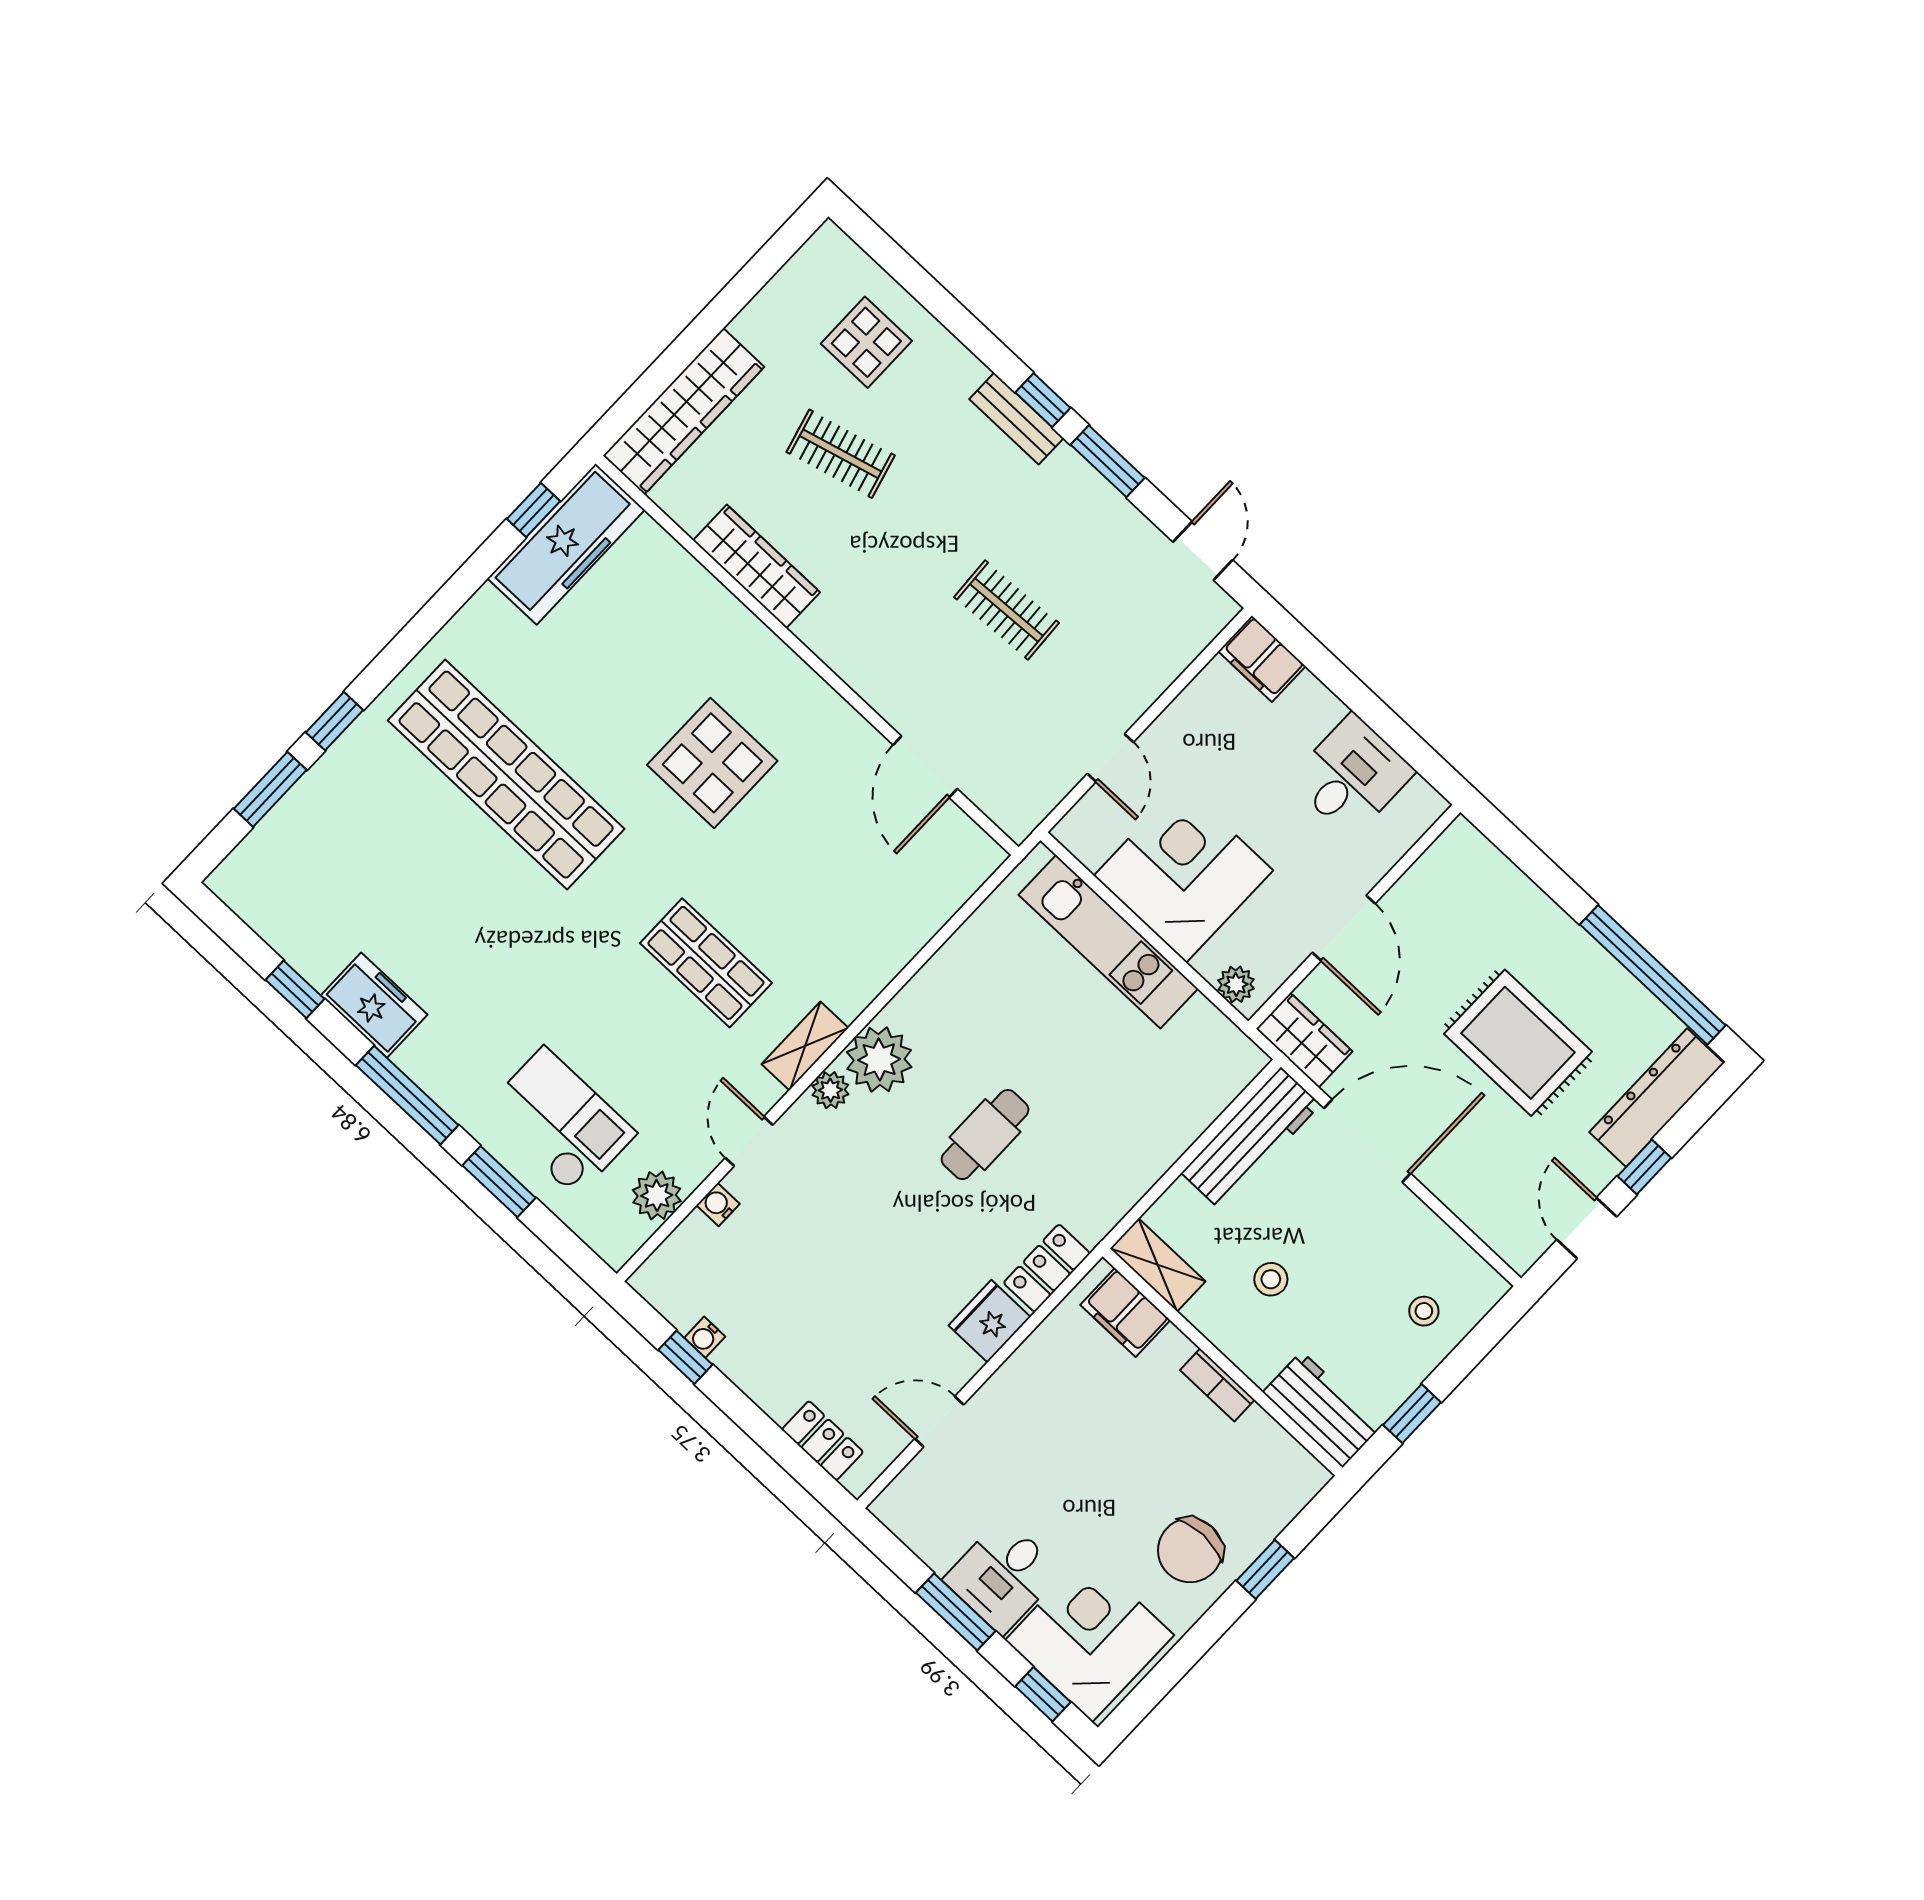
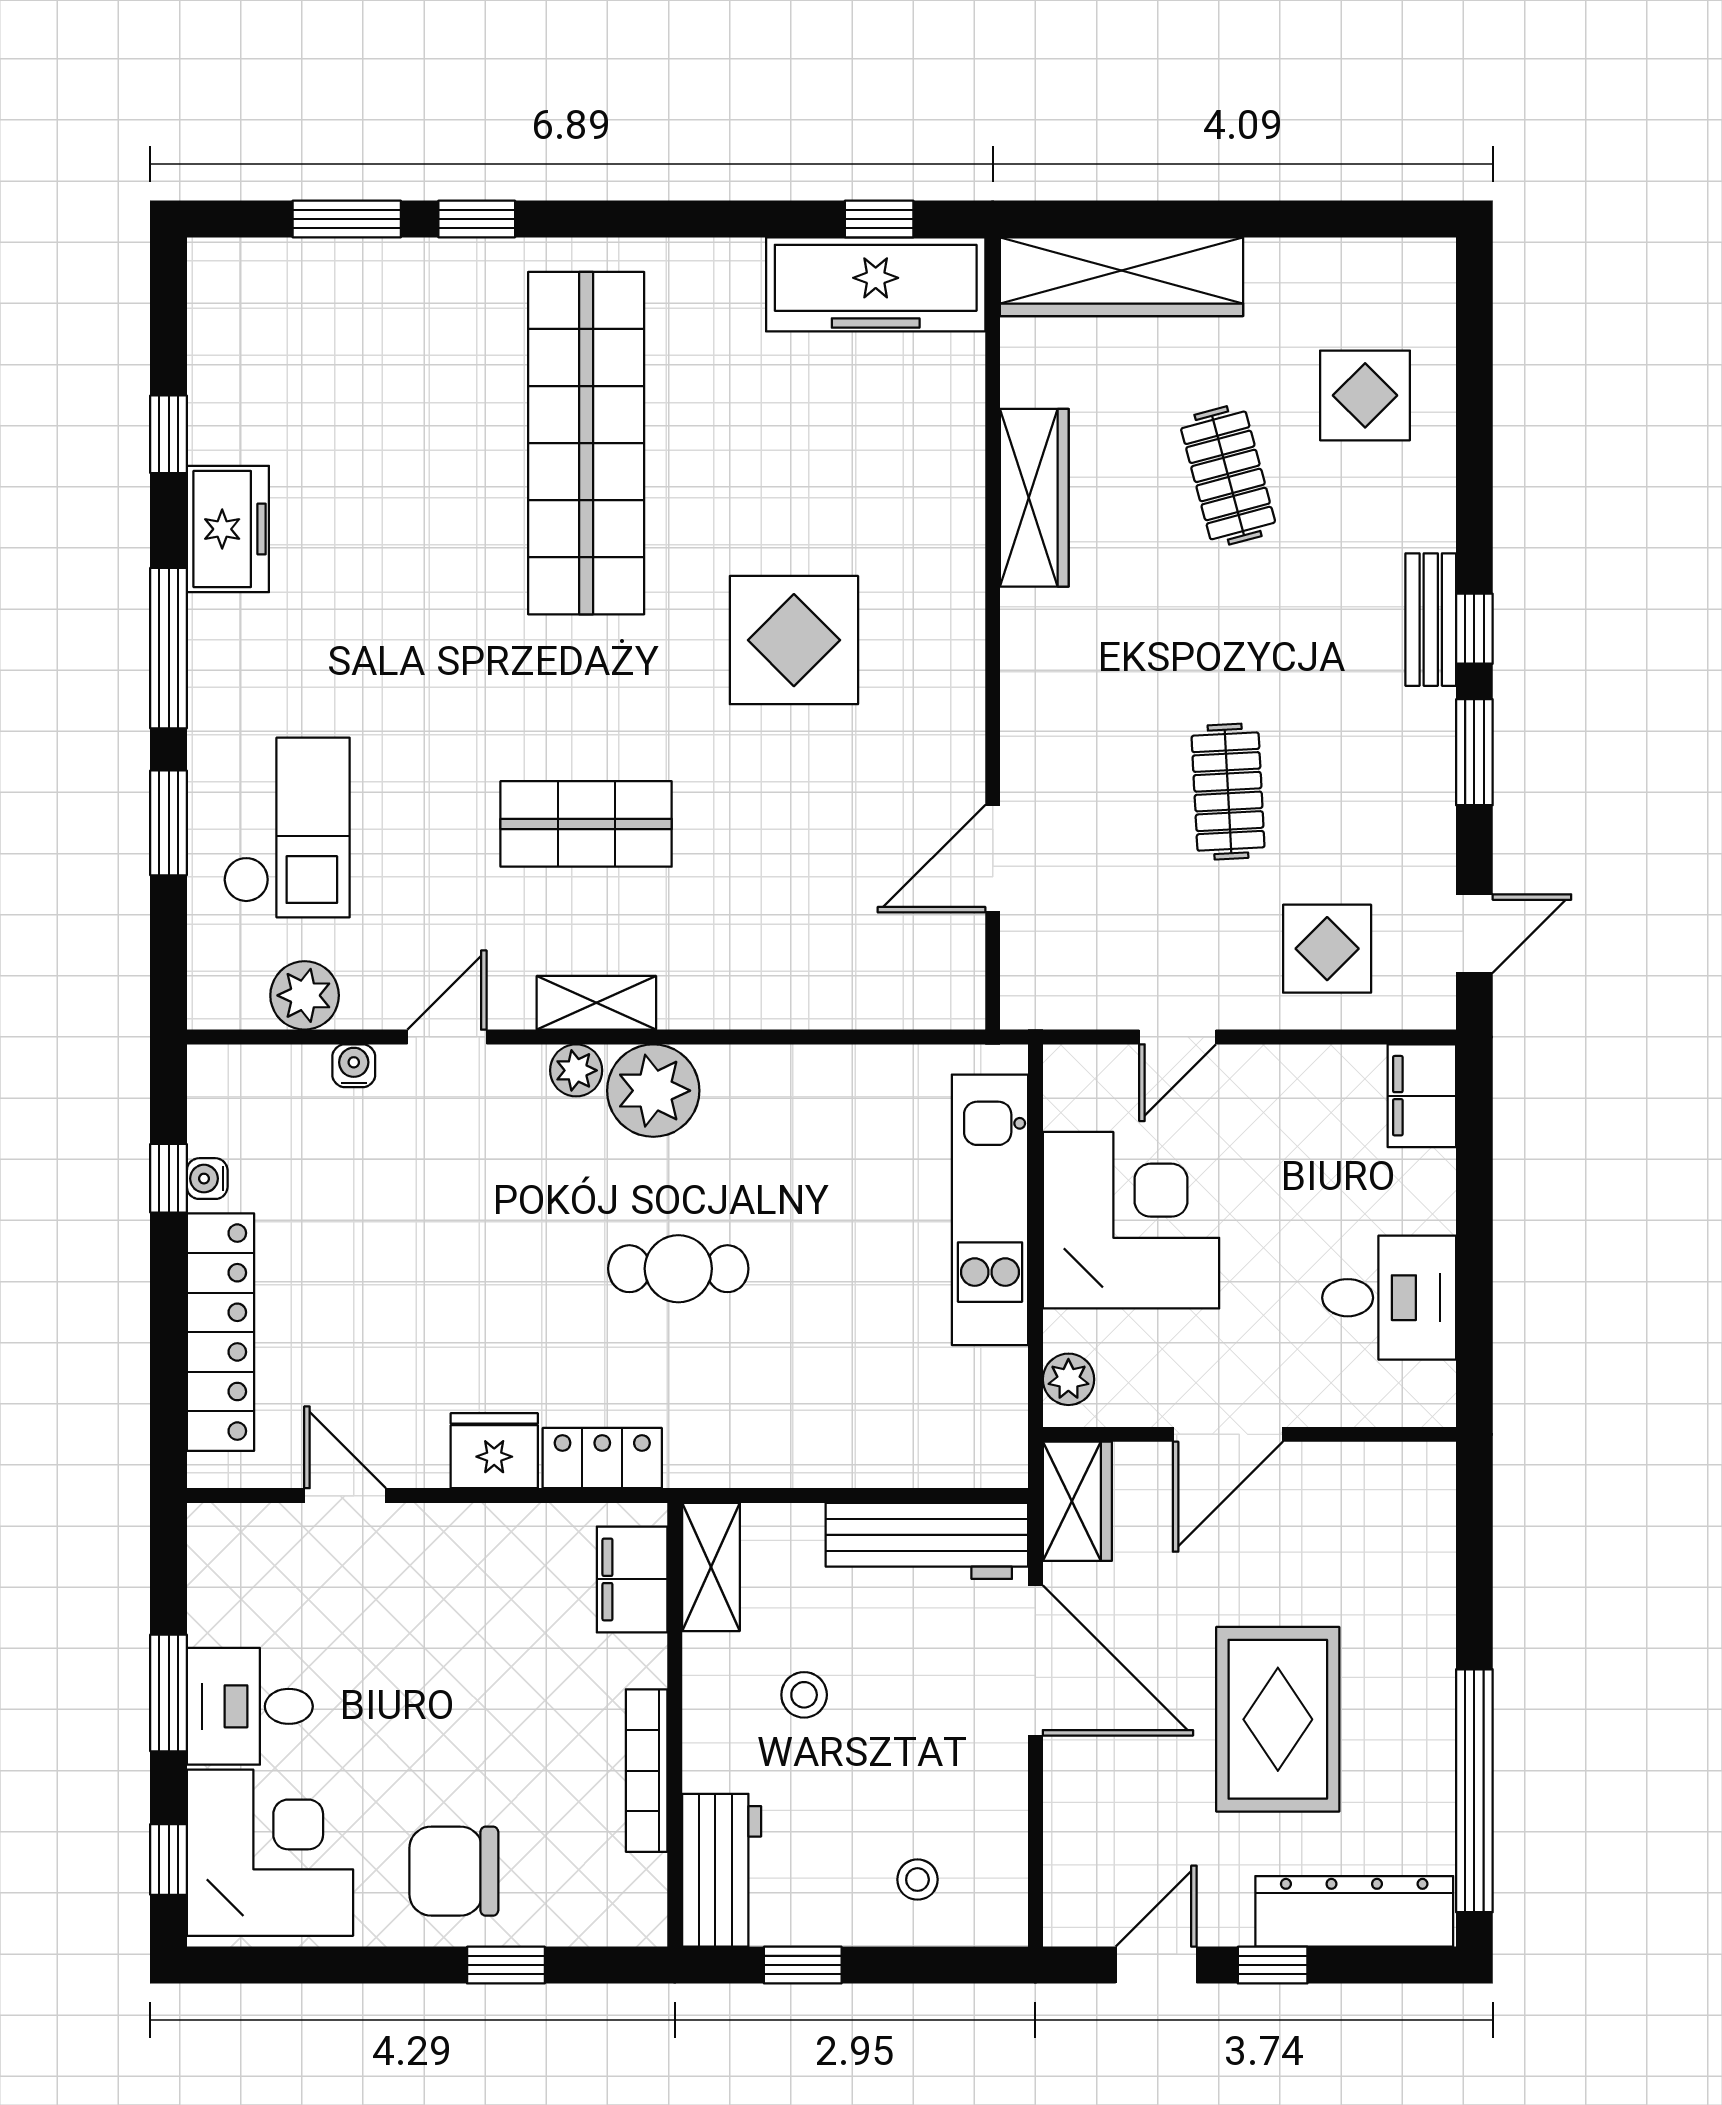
display table: (1138, 636) -> (1327, 949), added
shop shelf: (706, 963) -> (586, 824), turned 90
bookcase: (1217, 1385) -> (647, 1771), width x1.56
locker: (822, 1441) -> (220, 1332), width x2.16, depth x1.21

